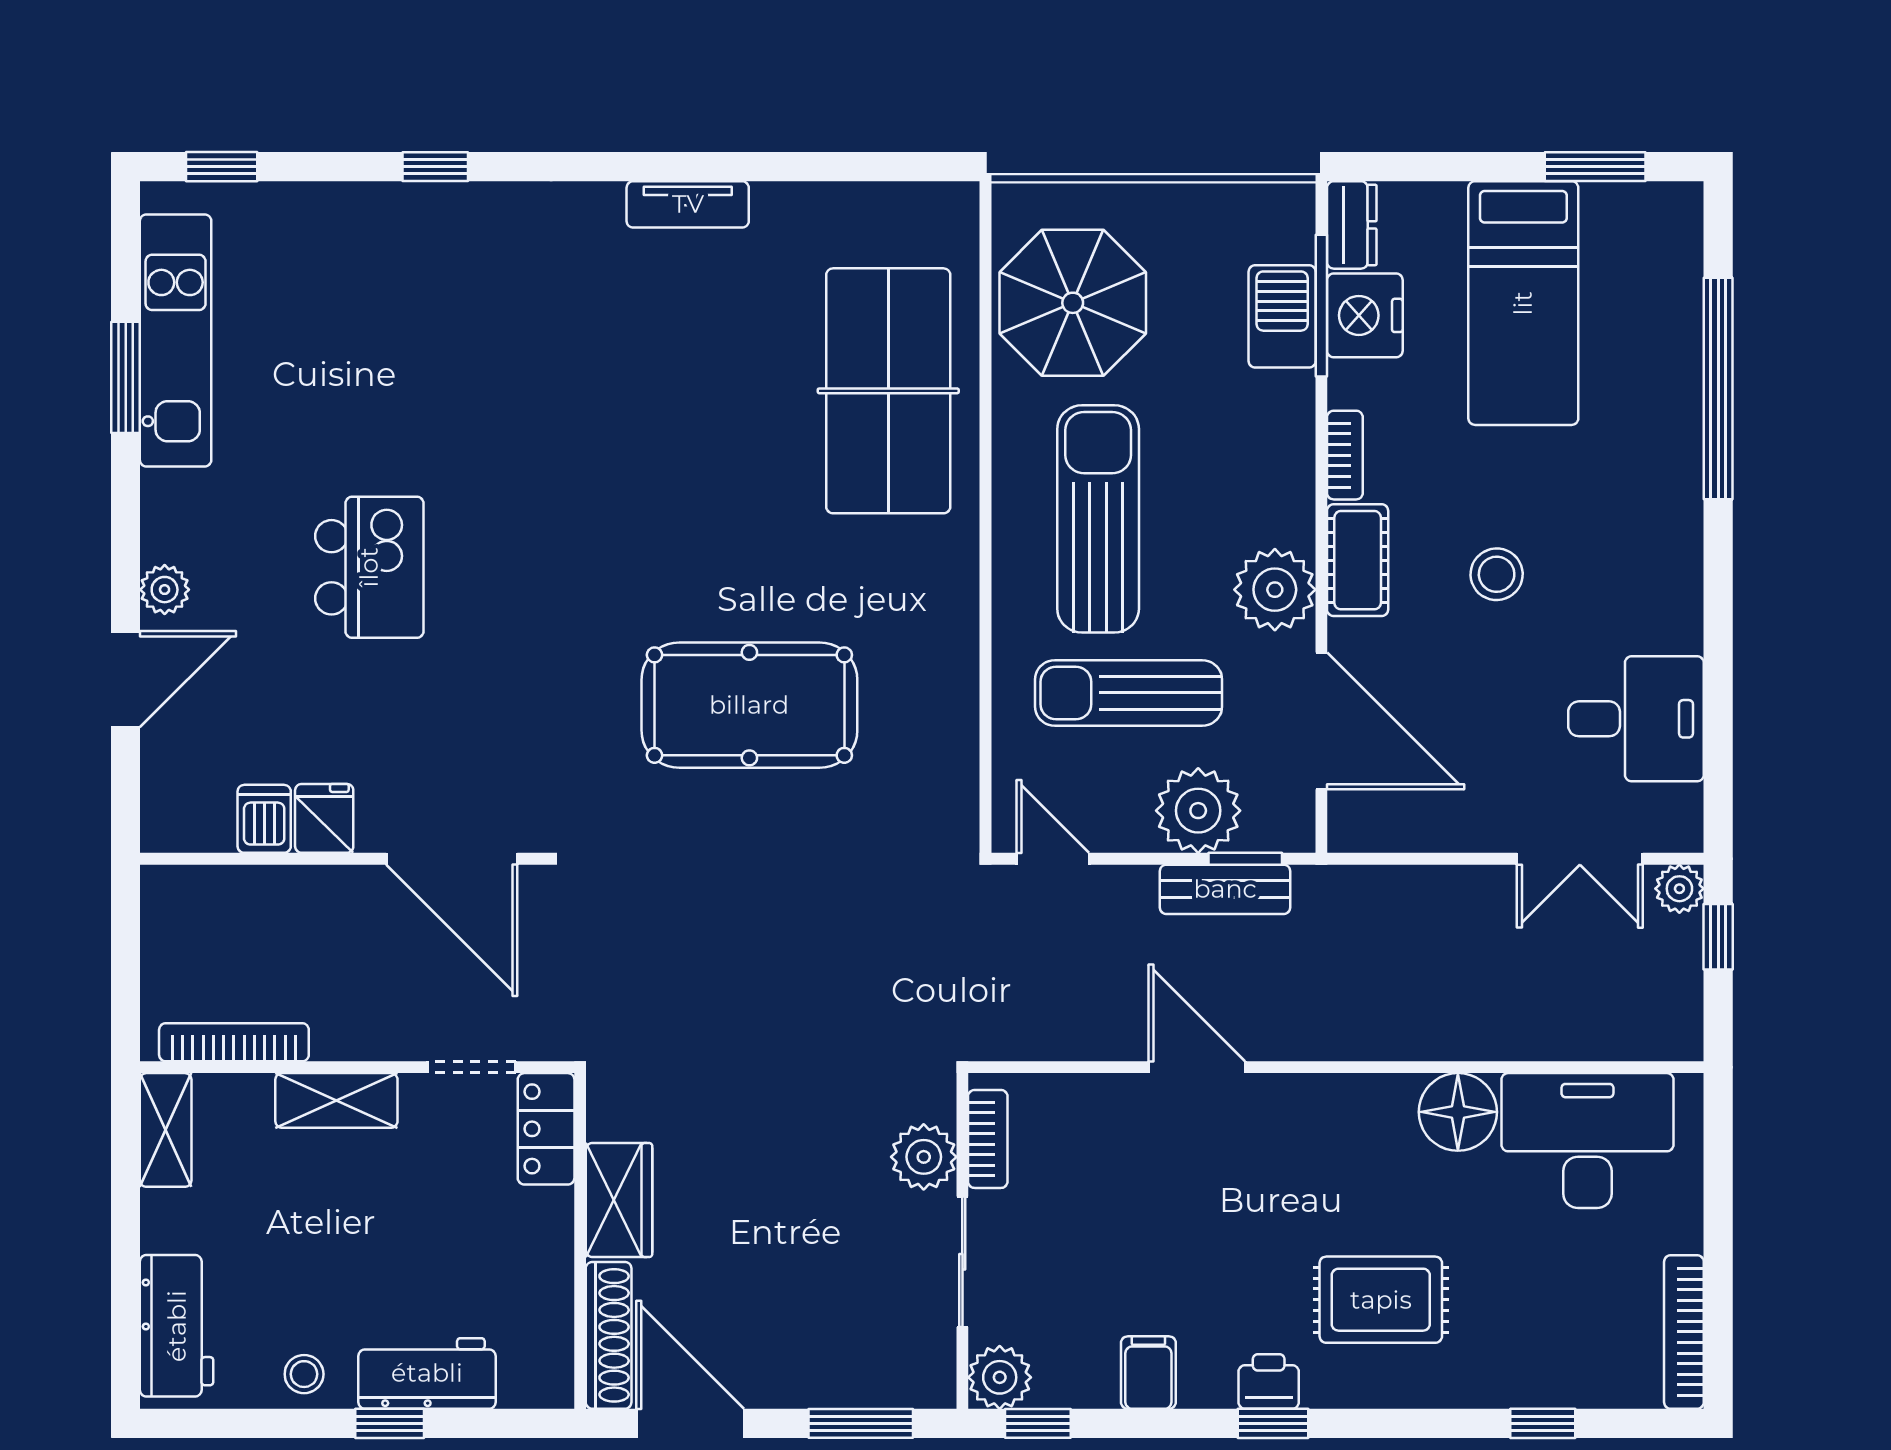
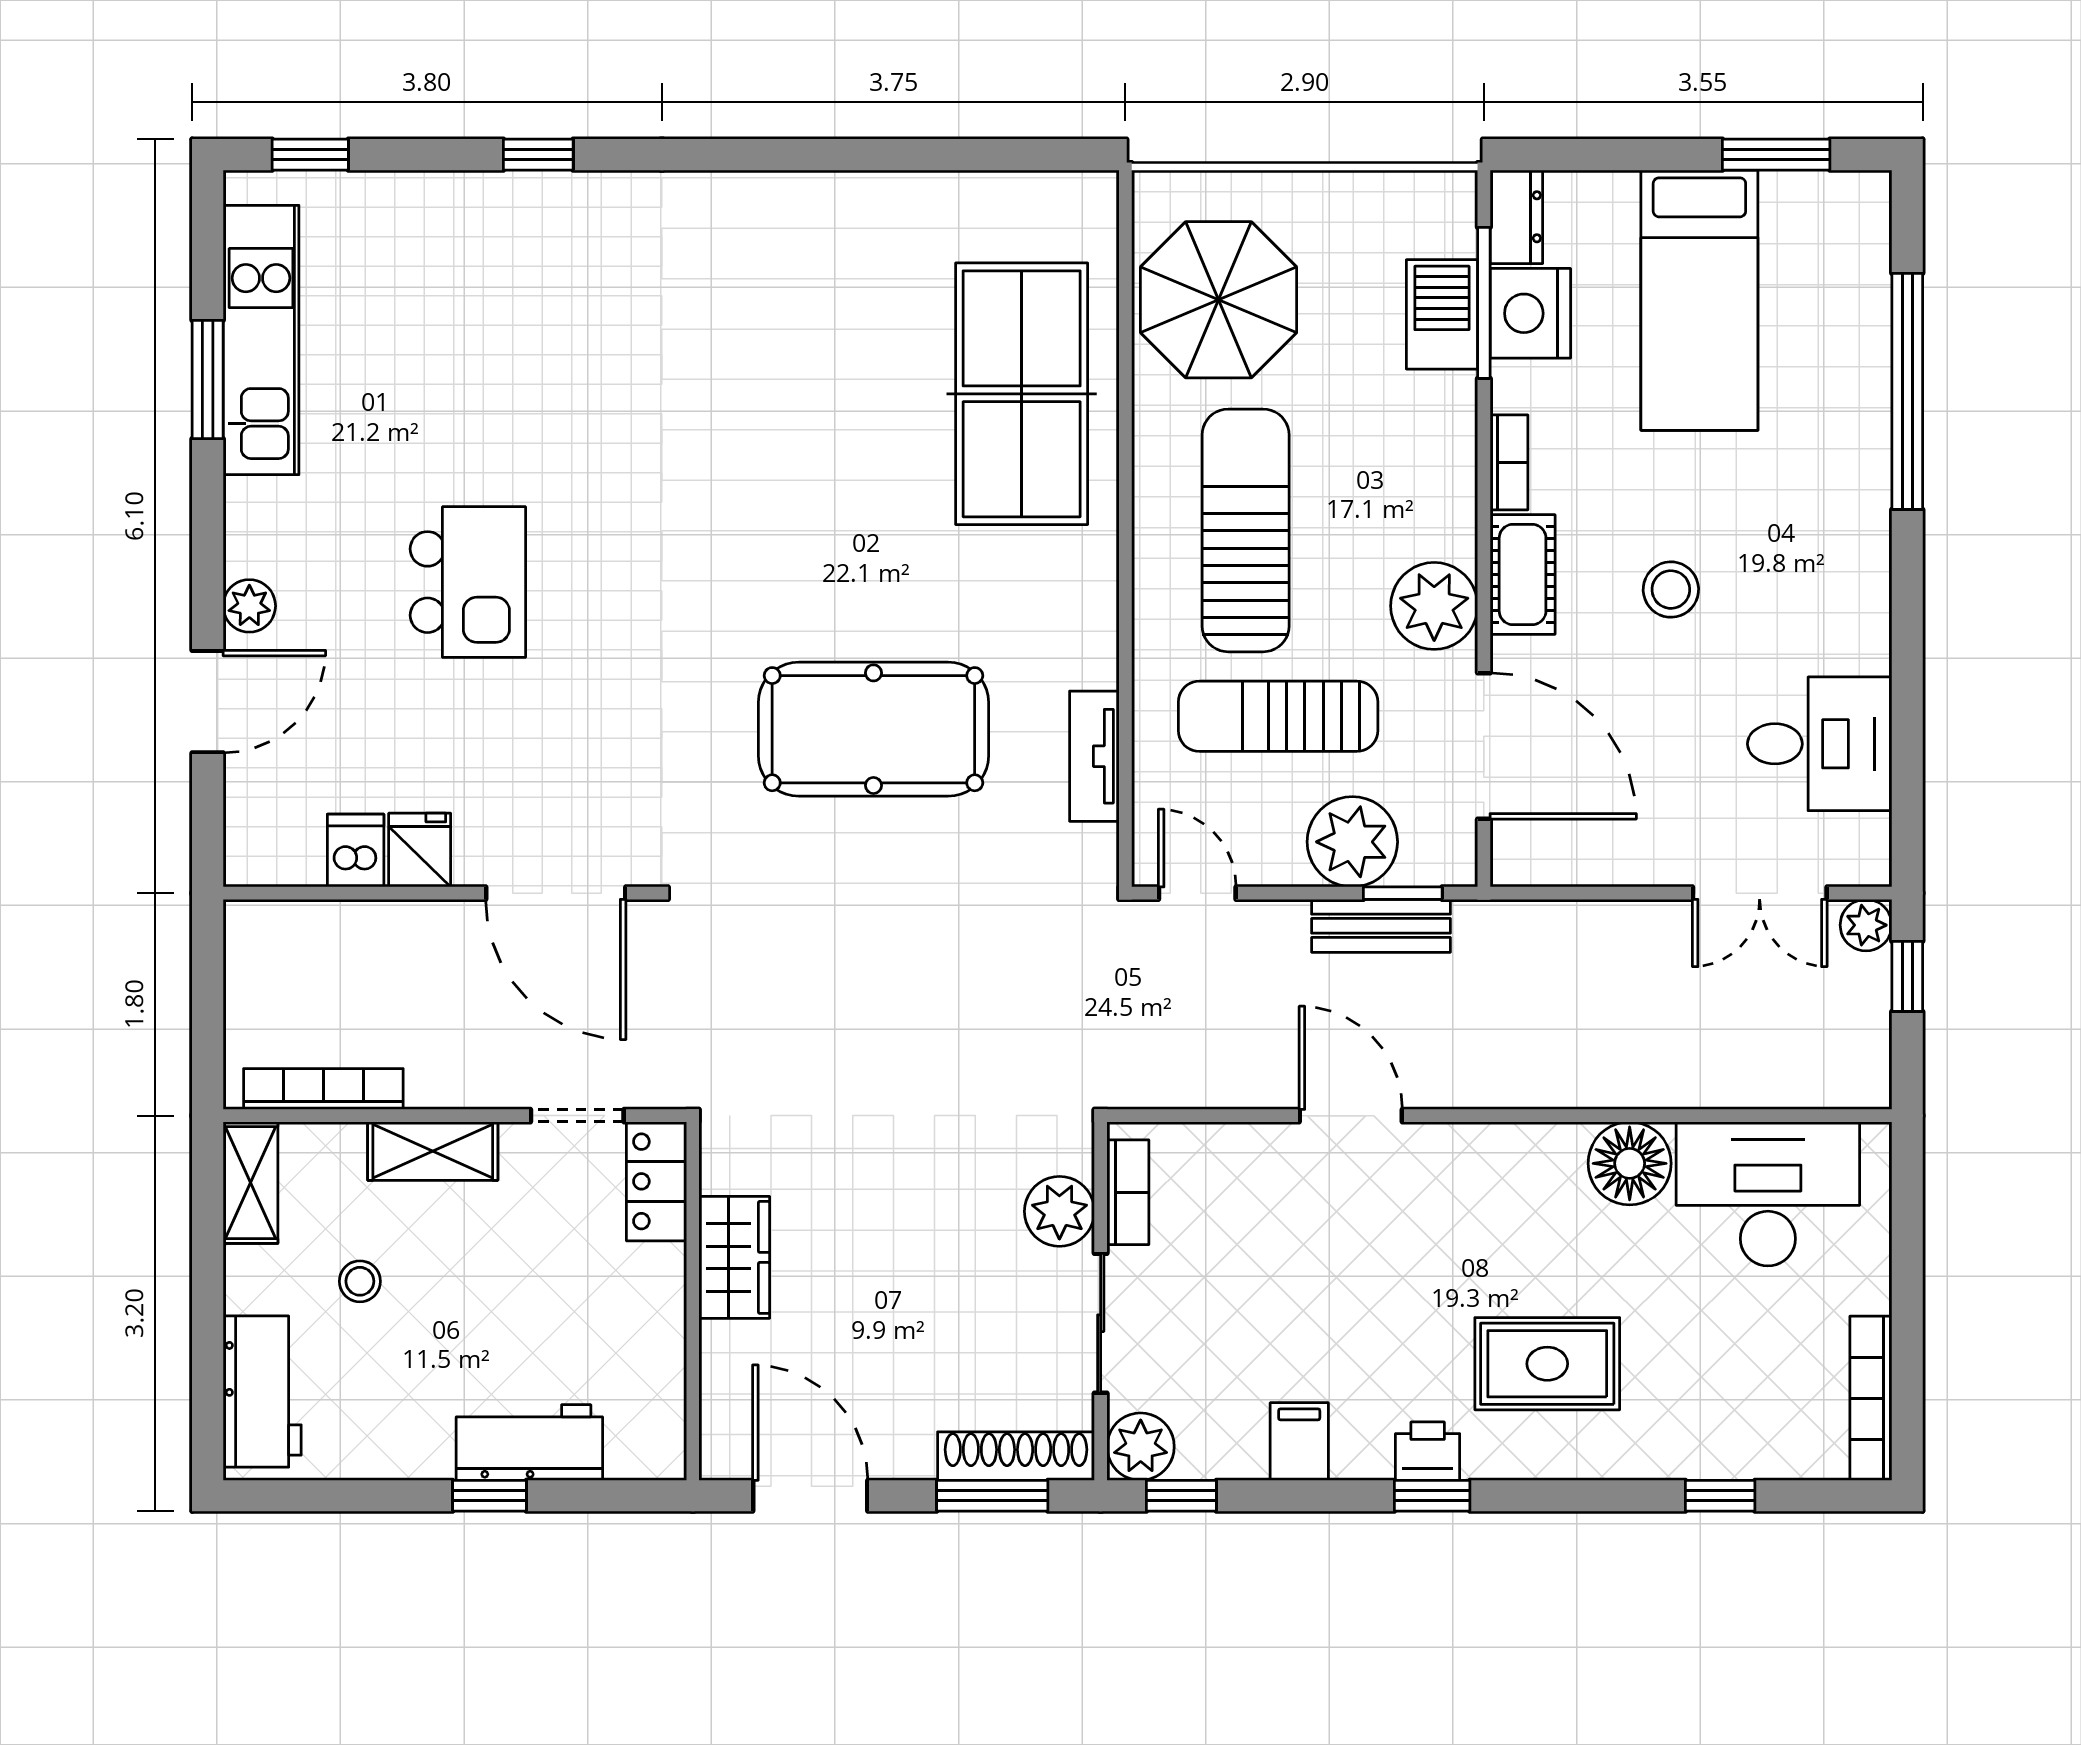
tv unit: (688, 204) -> (1094, 756), moved, turned 90
shoe rack: (609, 1335) -> (1016, 1456), moved, turned -90
stool: (304, 1374) -> (360, 1281), moved

